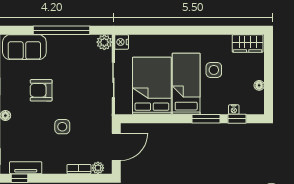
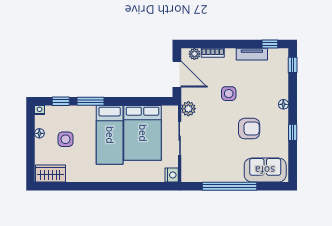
plant: (104, 42) -> (188, 109), moved
side table: (214, 70) -> (65, 139), moved
nightstand: (234, 110) -> (40, 110), moved
door: (116, 147) -> (177, 74), swing flipped
tv unit: (26, 168) -> (252, 54), moved

